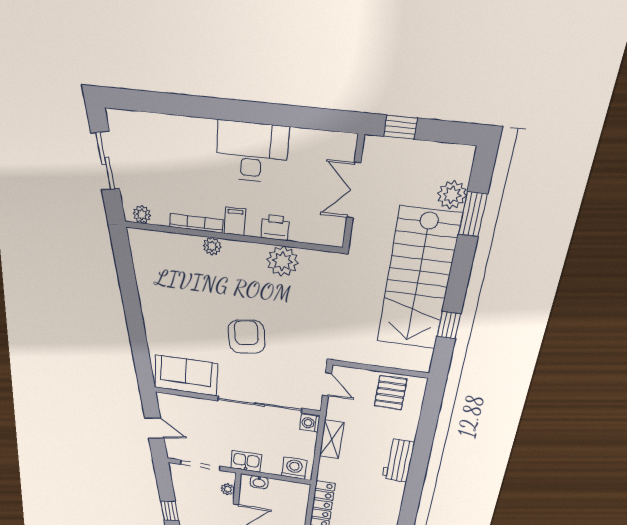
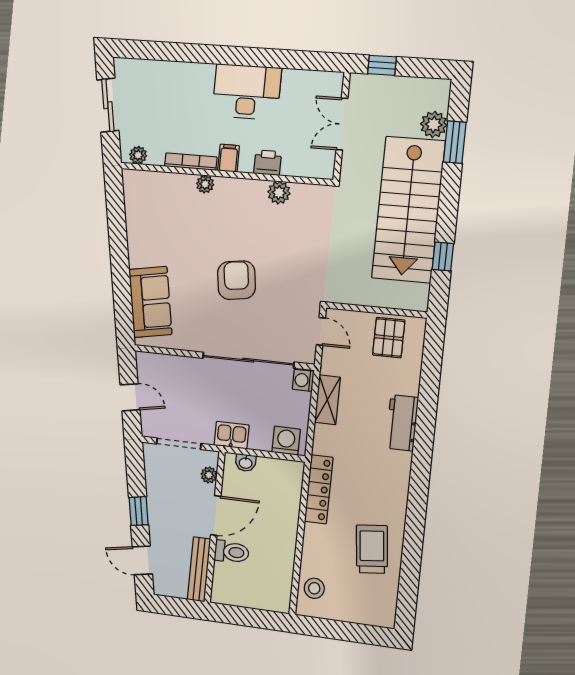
plant: (282, 261) -> (279, 193), width x0.73, depth x0.73
sofa: (186, 376) -> (150, 302), moved, turned 80

